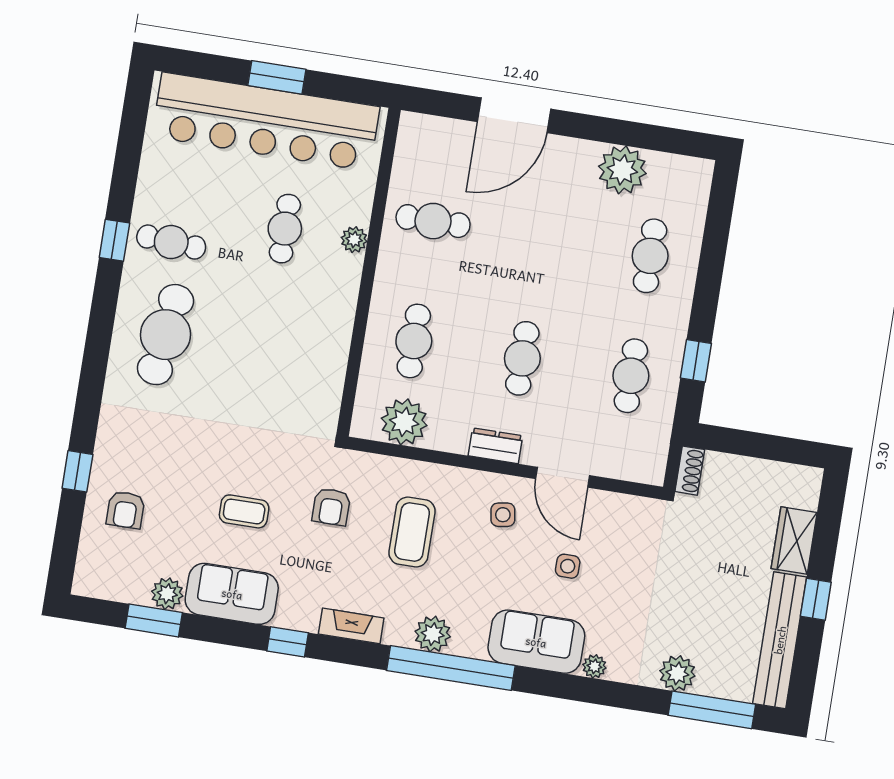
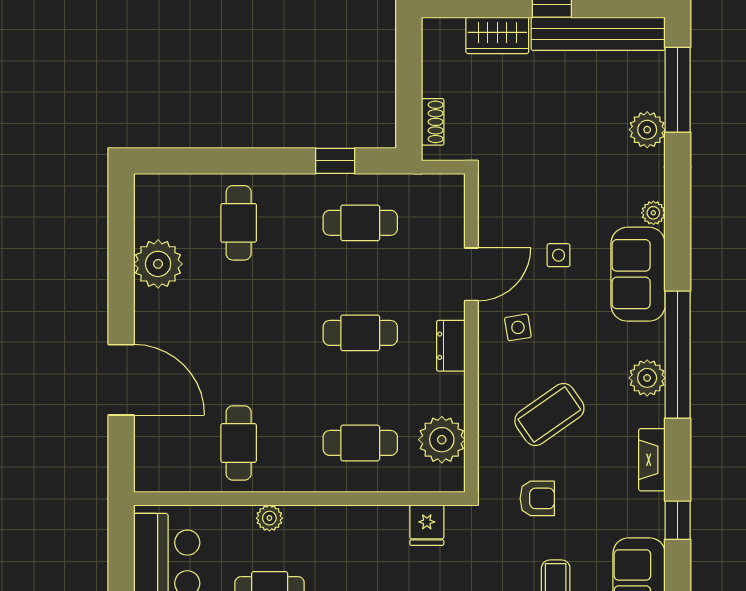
cafe table: (650, 256) -> (239, 223), turned 90
fridge: (322, 394) -> (427, 525), added
shoe rack: (690, 471) -> (433, 122), moved, turned 90
coffee table: (412, 532) -> (549, 415), turned -35

